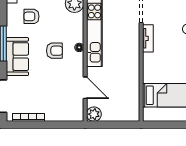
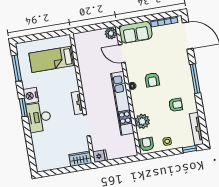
armchair: (54, 51) -> (152, 80), turned -90
sofa: (17, 57) -> (136, 32), moved, turned -90

